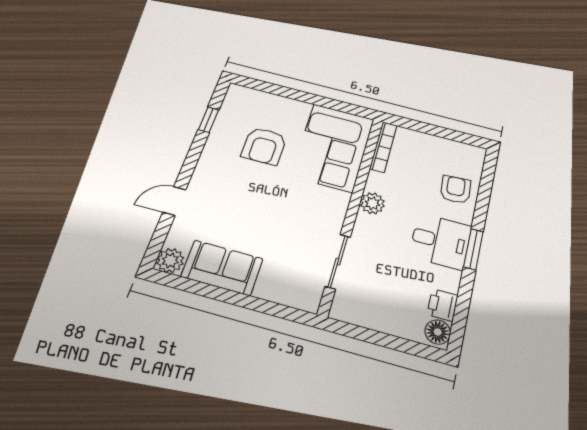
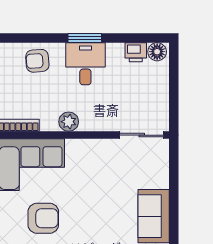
sliding door: (338, 262) -> (142, 135), moved

